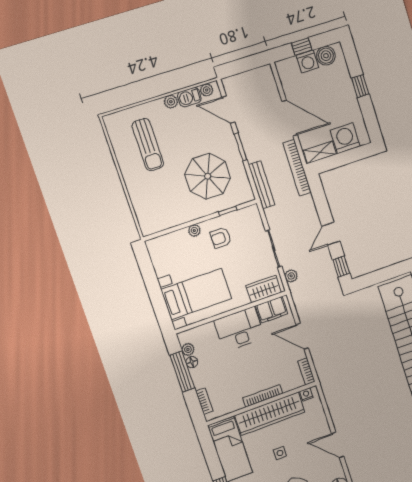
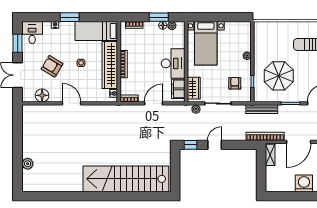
window: (360, 86) -> (305, 196), removed
washing machine: (345, 138) -> (304, 183), moved, turned -90
door: (331, 234) -> (215, 145), hinge flipped
armchair: (221, 238) -> (235, 83), moved
window: (182, 372) -> (159, 17), width x0.69
door: (338, 445) -> (72, 103), hinge flipped

